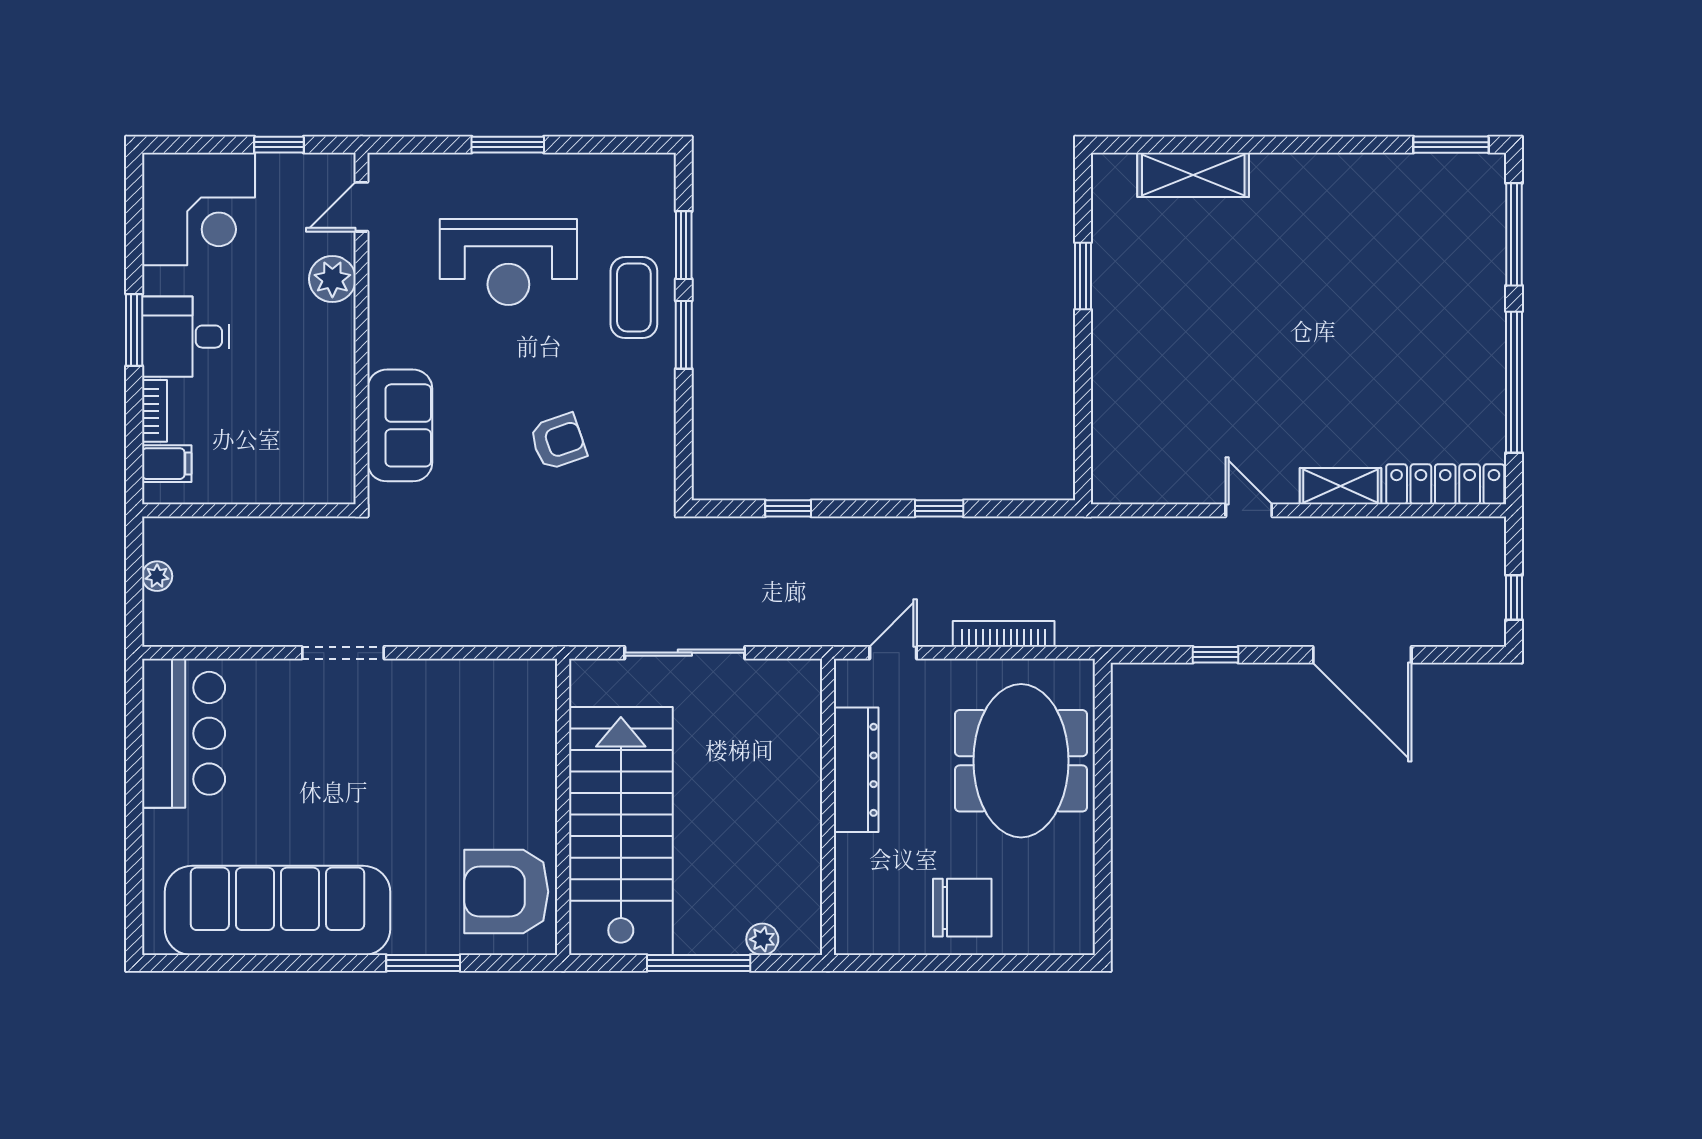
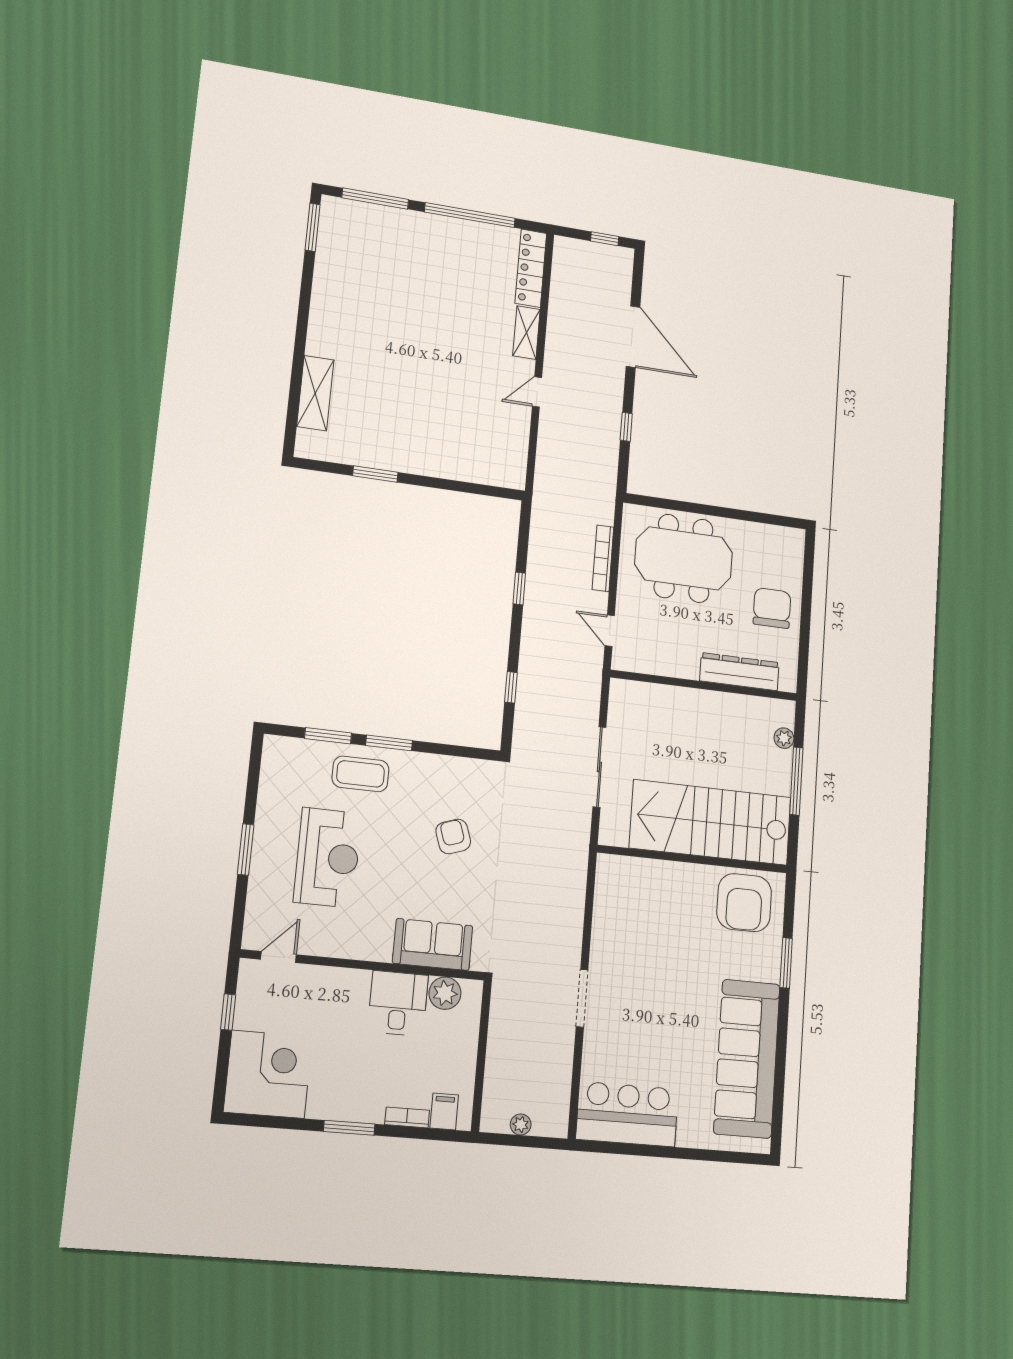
door: (361, 207) -> (278, 957), swing flipped
plant: (332, 279) -> (445, 993), moved
desk: (185, 337) -> (398, 1003), moved, turned 180
door: (1362, 655) -> (633, 337), hinge flipped
dresser: (856, 770) -> (739, 672), moved

